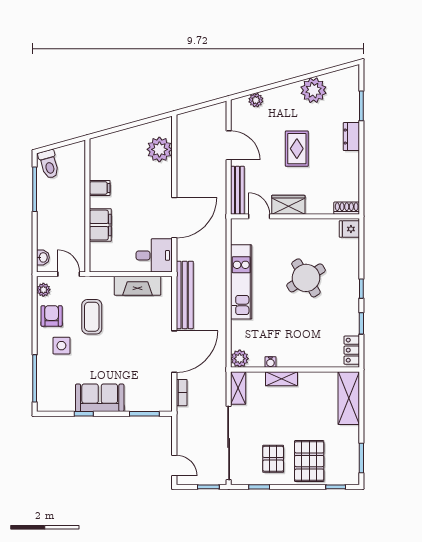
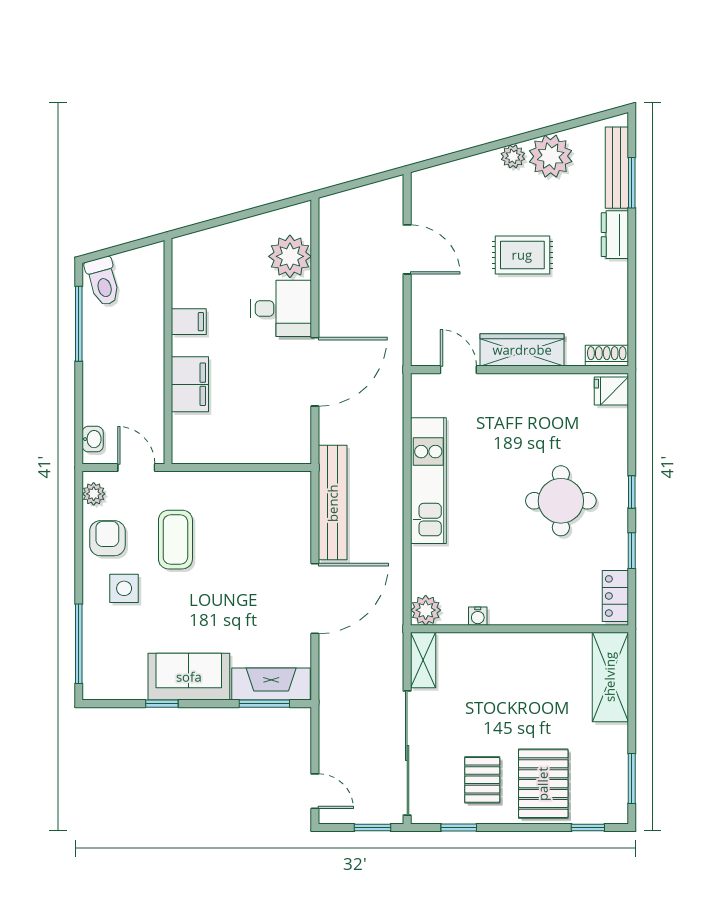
plant: (256, 100) -> (513, 156), moved
rug: (297, 149) -> (522, 255), turned 90
bench: (237, 190) -> (617, 168), moved
wardrobe: (288, 205) -> (522, 350), width x1.50
desk: (154, 255) -> (281, 308), moved
round table: (306, 278) -> (561, 501), moved, turned 32
fireplace: (138, 286) -> (271, 684), moved, turned 180
shelving: (281, 379) -> (496, 644), removed
bookcase: (182, 393) -> (327, 668), removed

